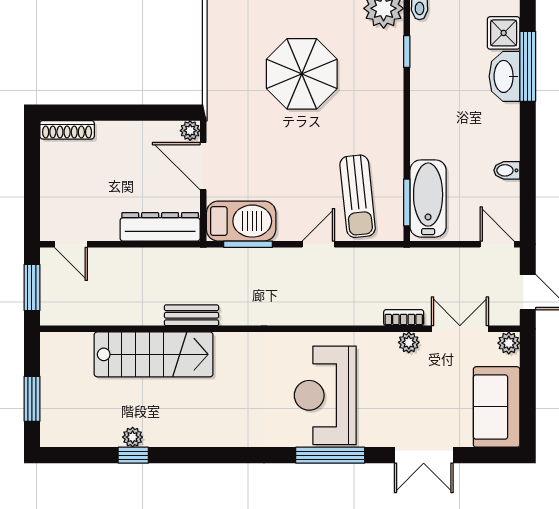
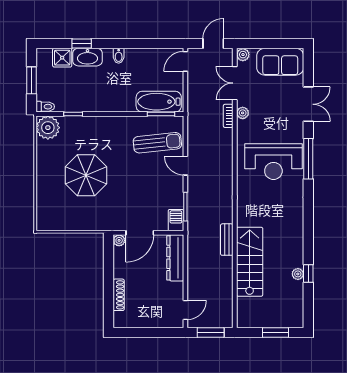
window: (528, 66) -> (82, 44), width x0.46
shoe rack: (67, 130) -> (119, 295), moved
bidet: (507, 170) -> (119, 56), moved
barbecue: (241, 221) -> (176, 220), width x0.53, depth x0.65

